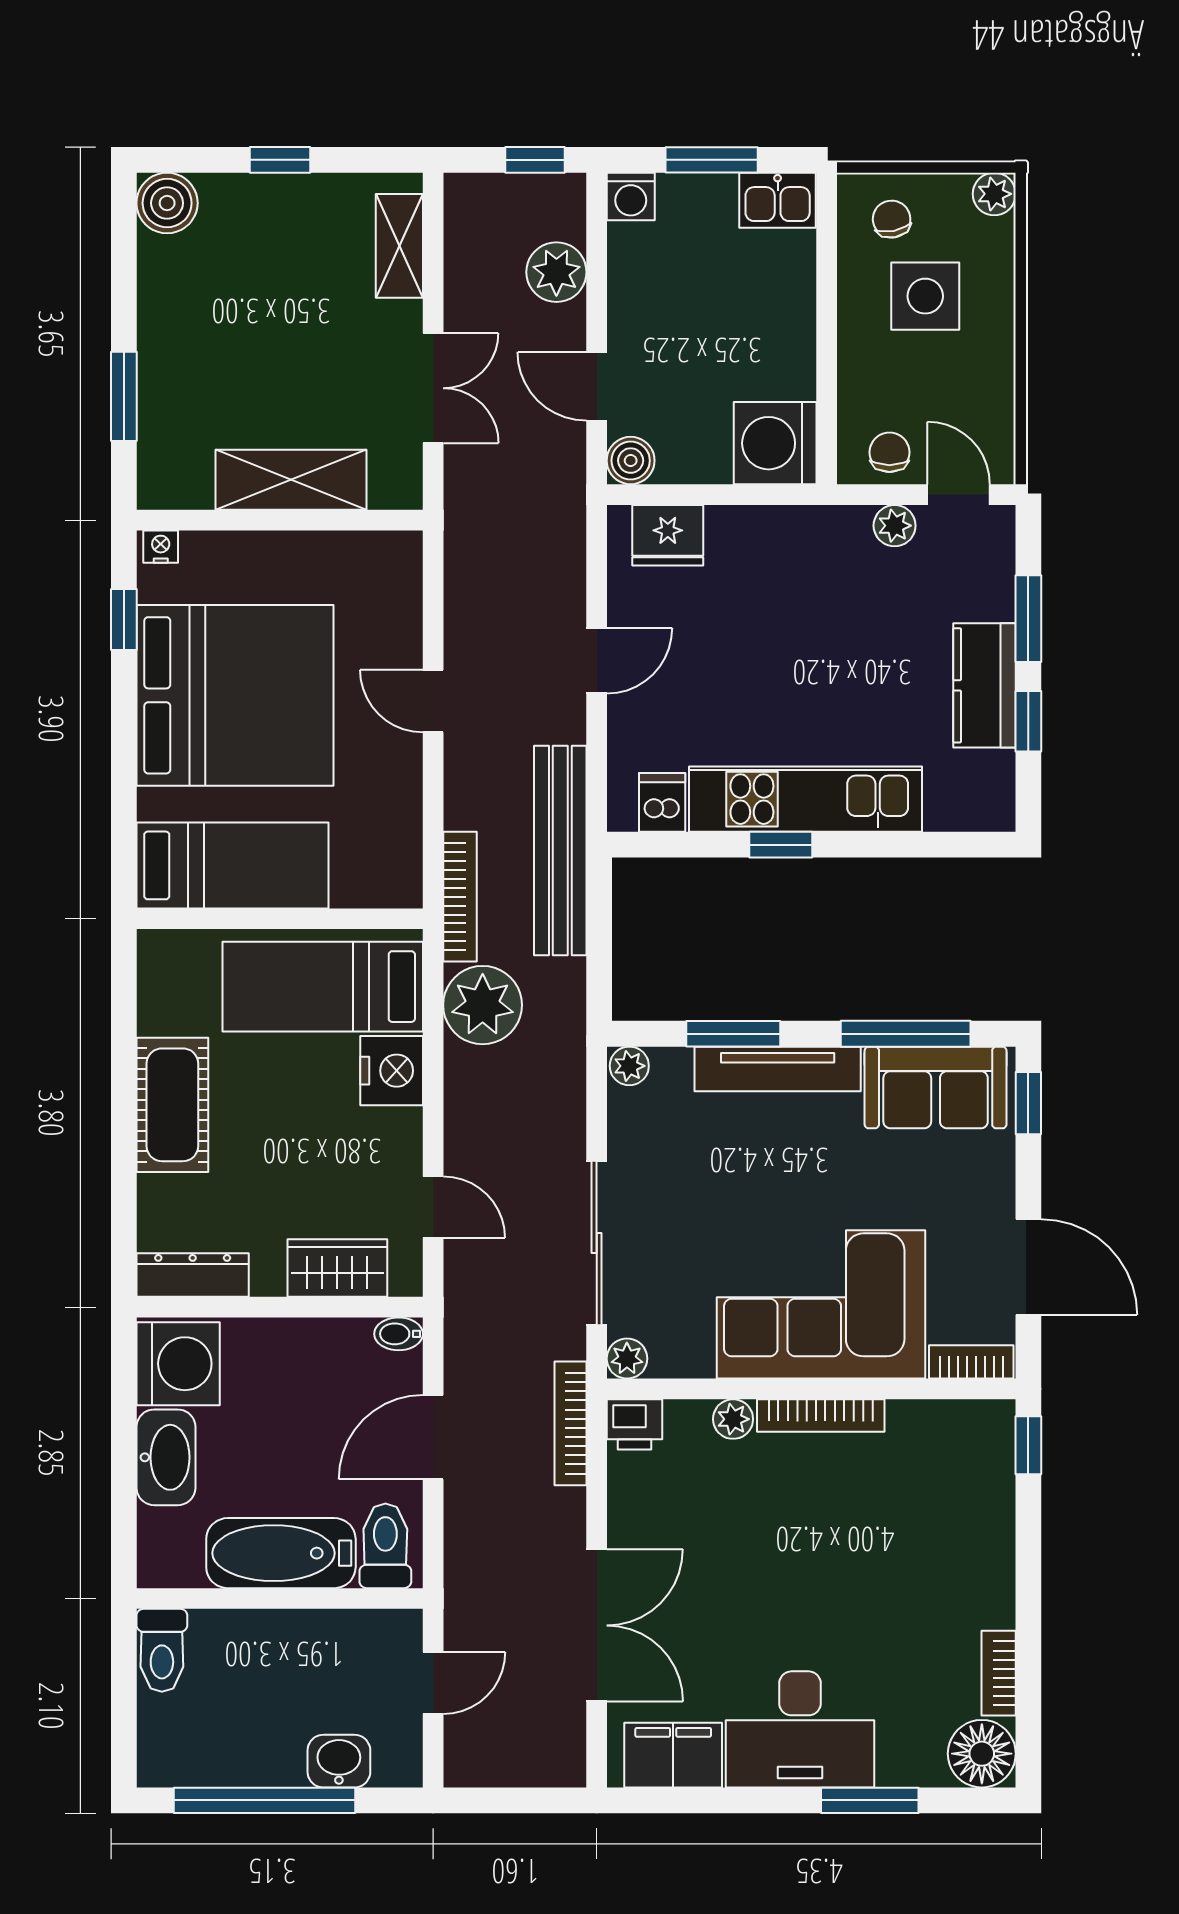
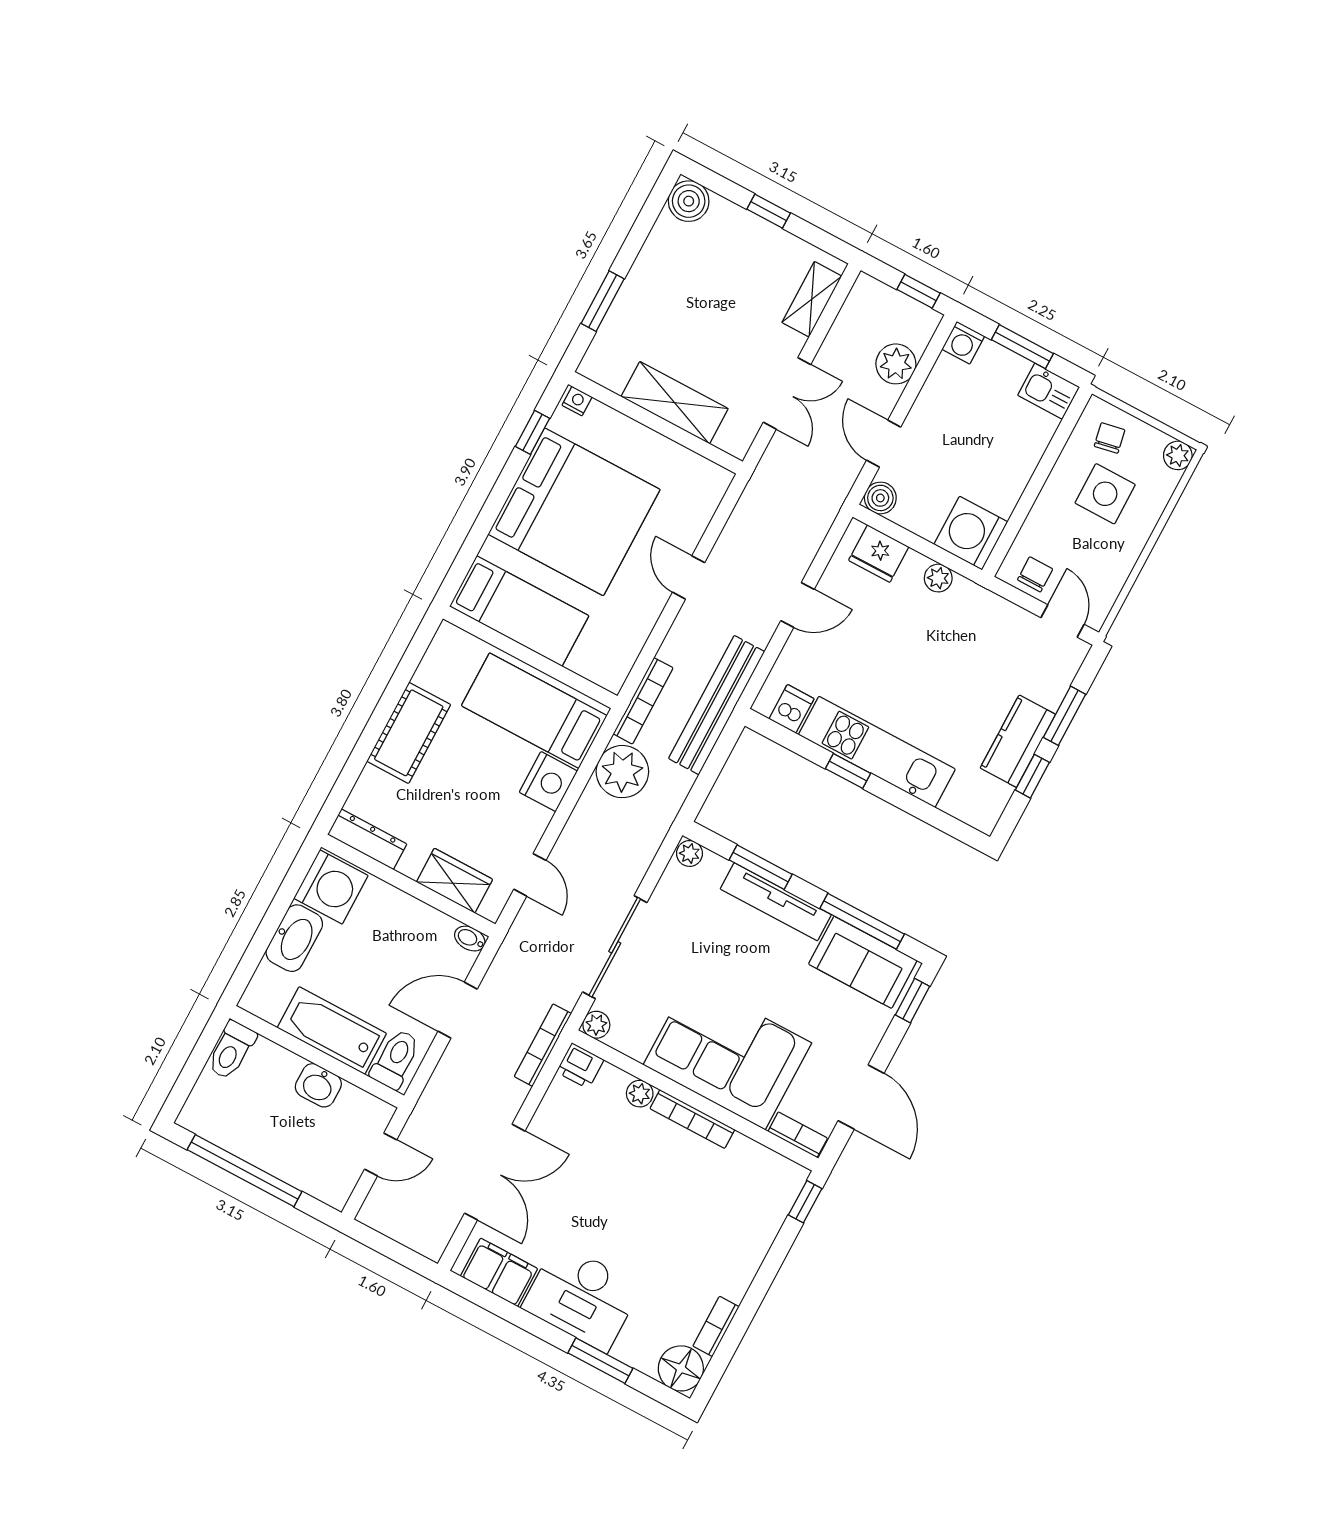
plant: (895, 526) -> (938, 578), moved
washbasin: (339, 1761) -> (318, 1085), moved, turned 180

